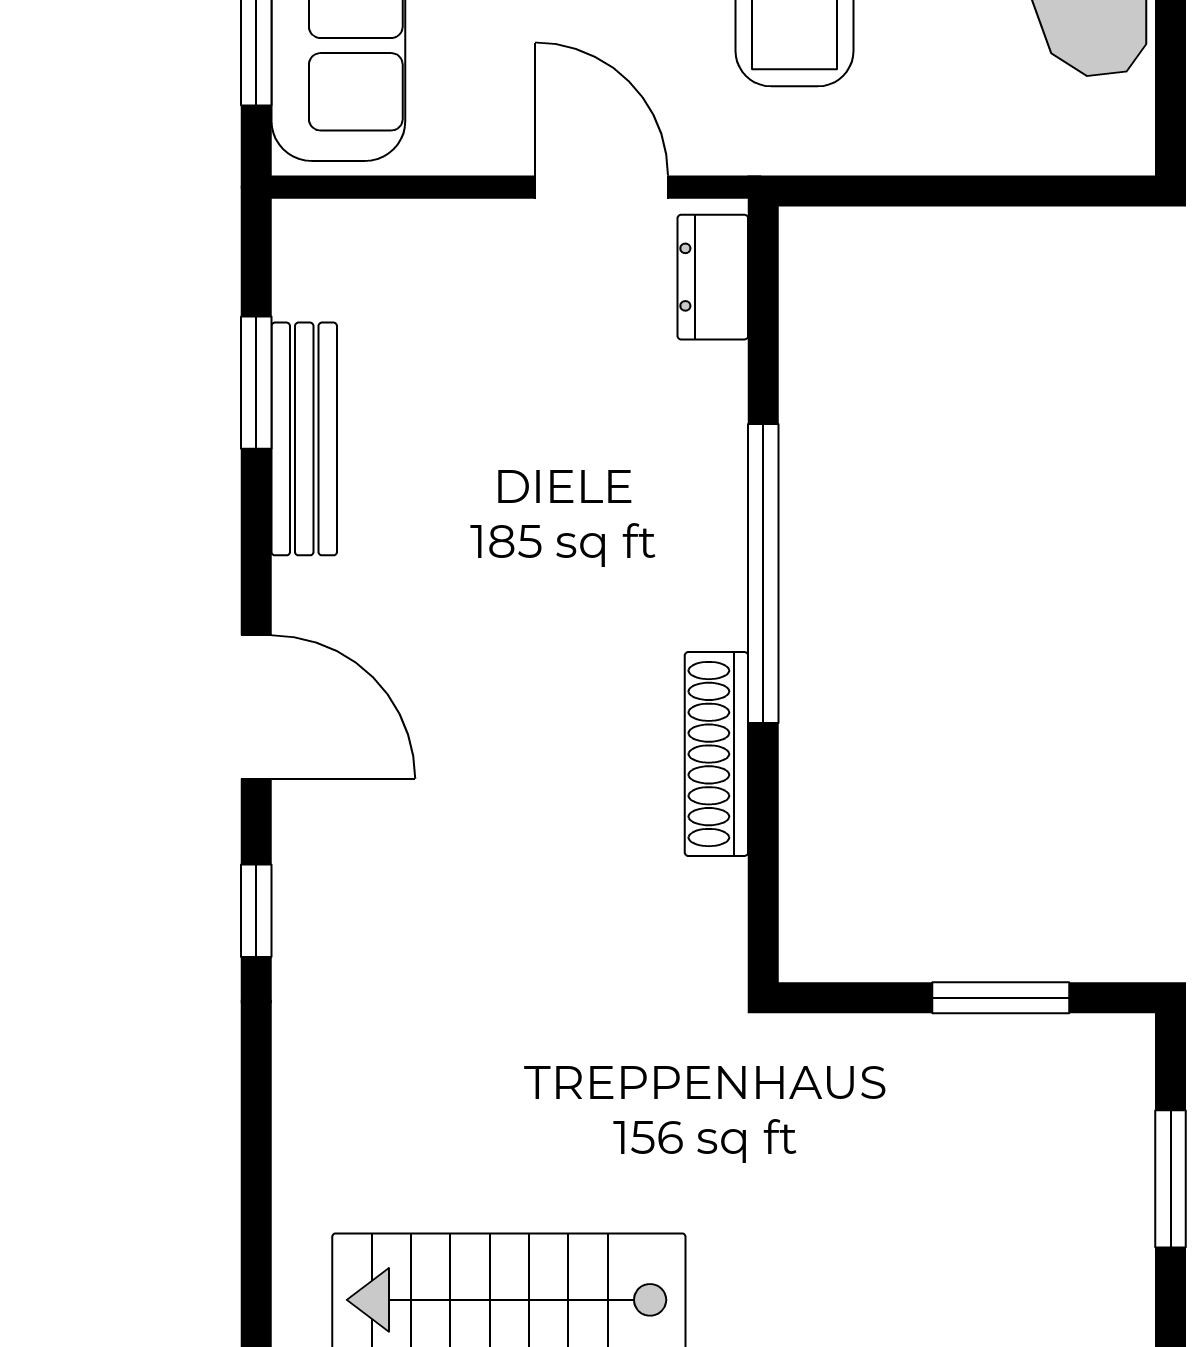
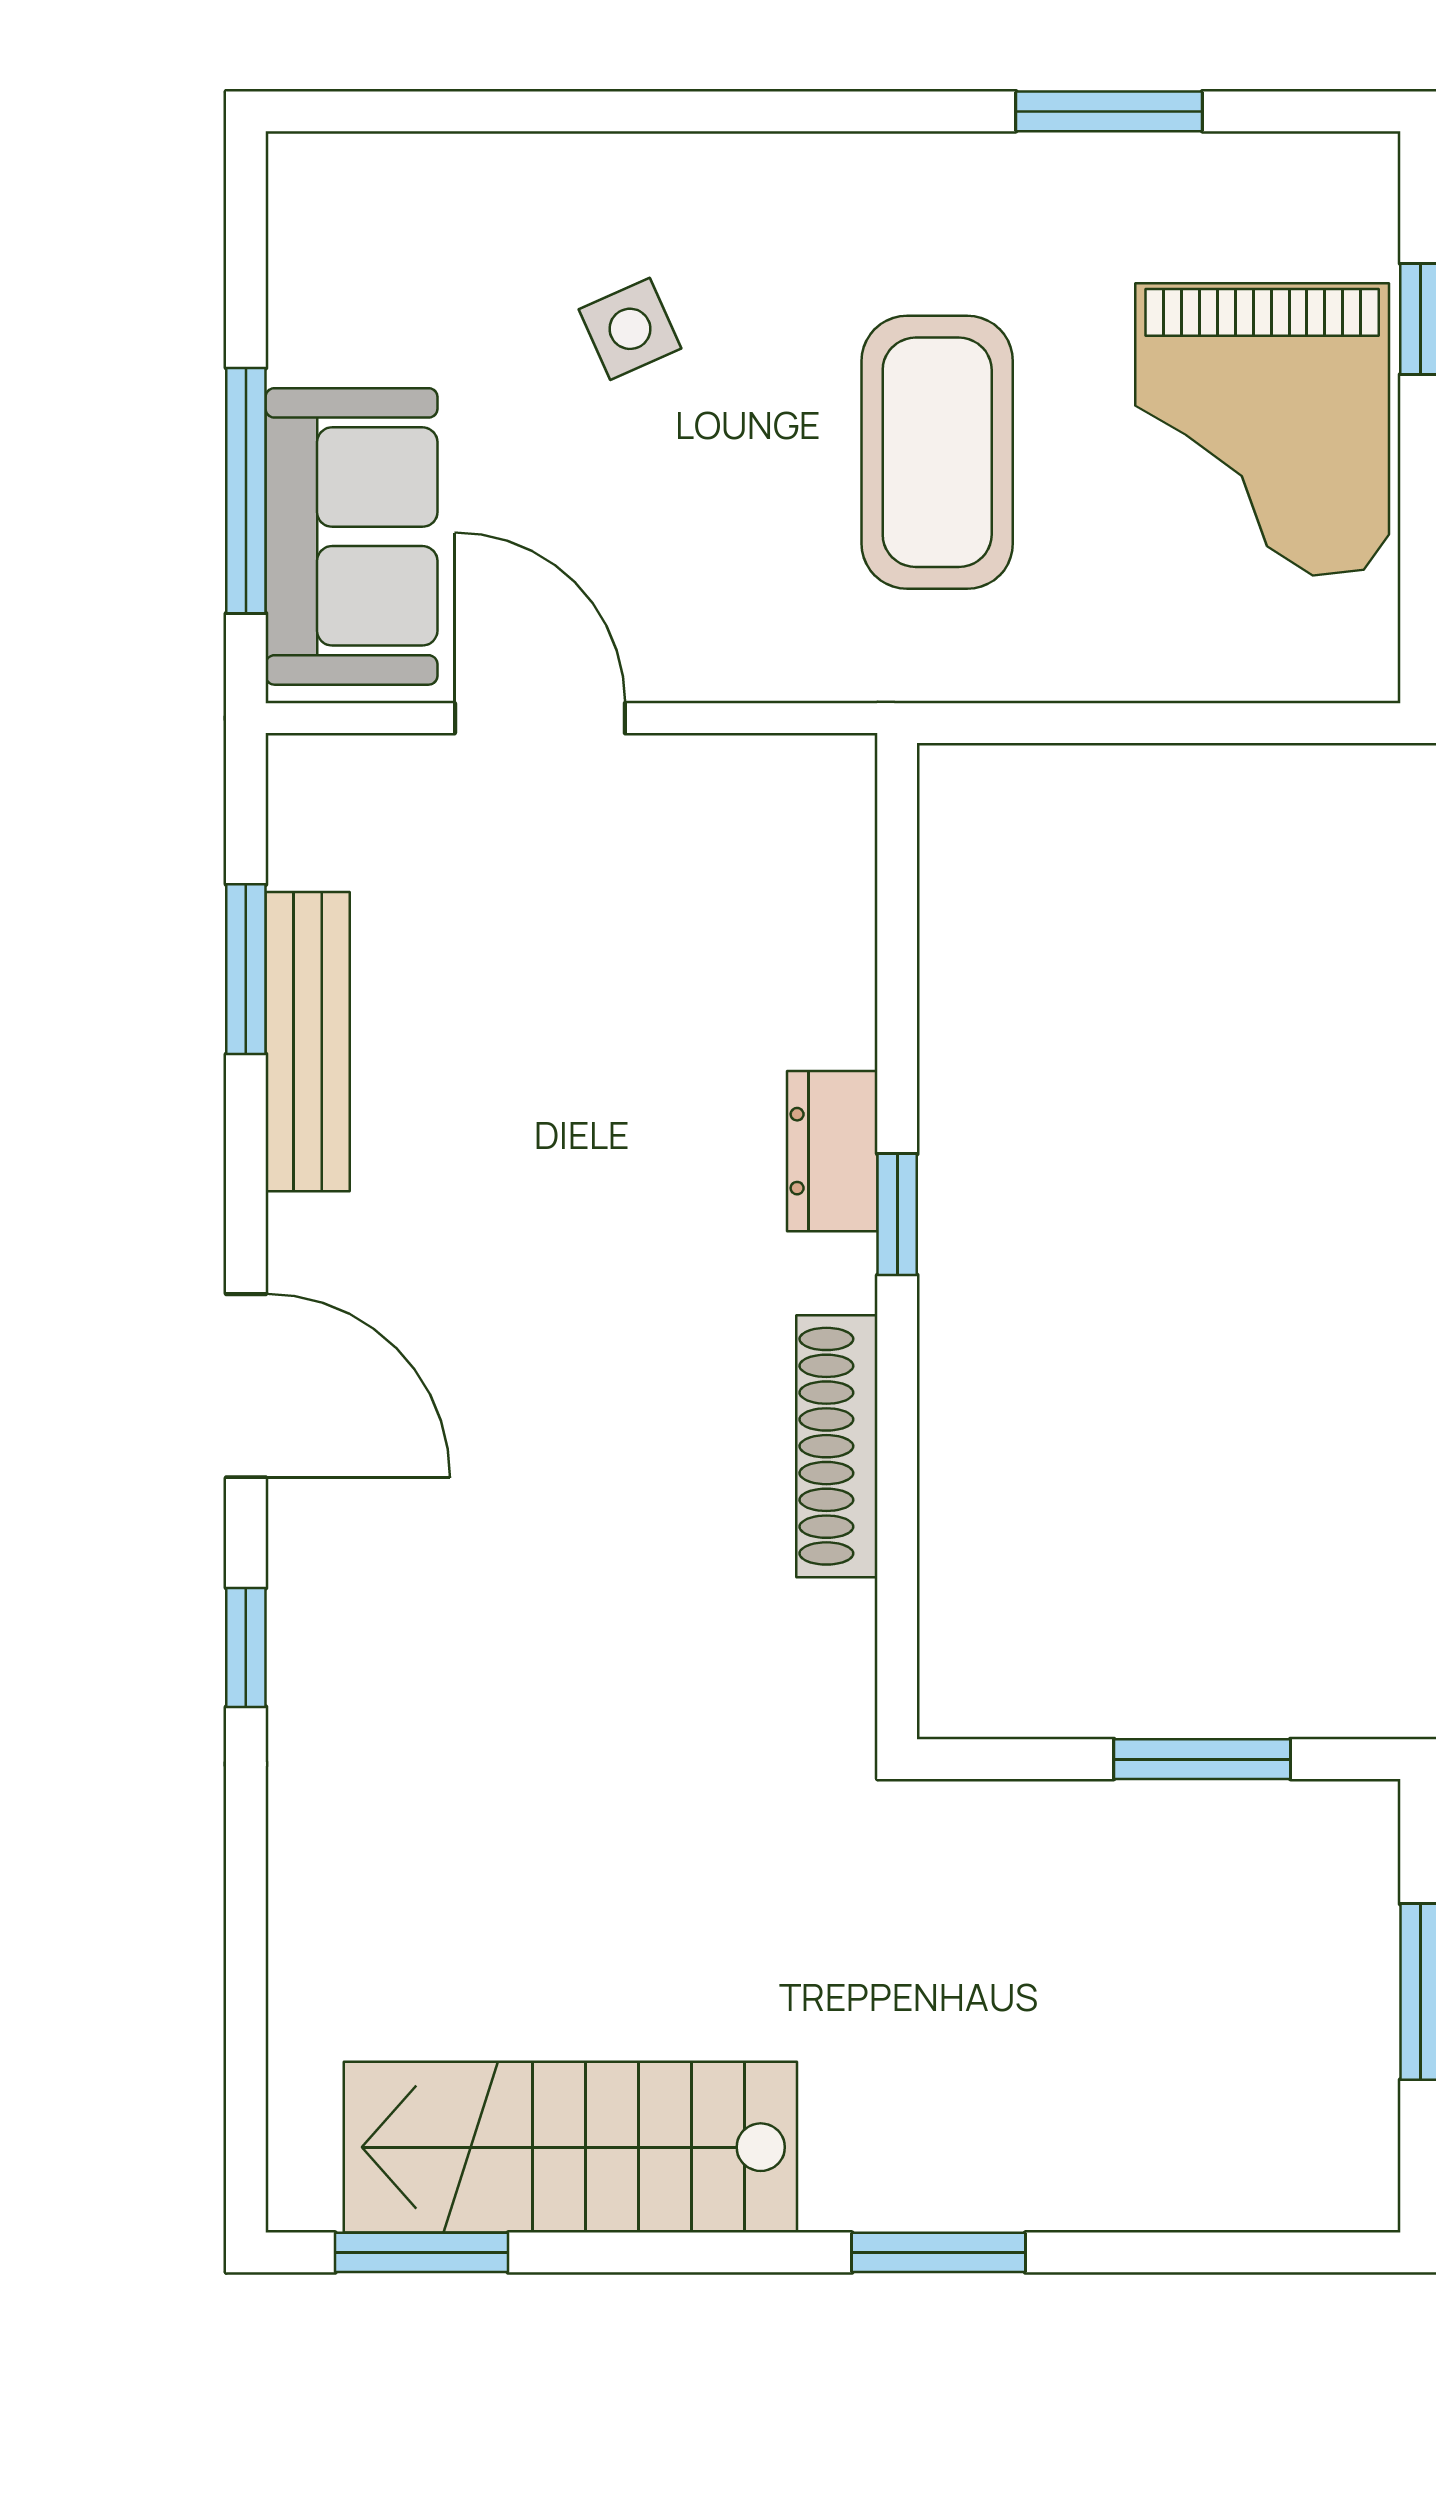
door: (602, 187) -> (540, 718), moved
dresser: (713, 277) -> (832, 1151), moved
window: (763, 574) -> (897, 1214), width x0.32

